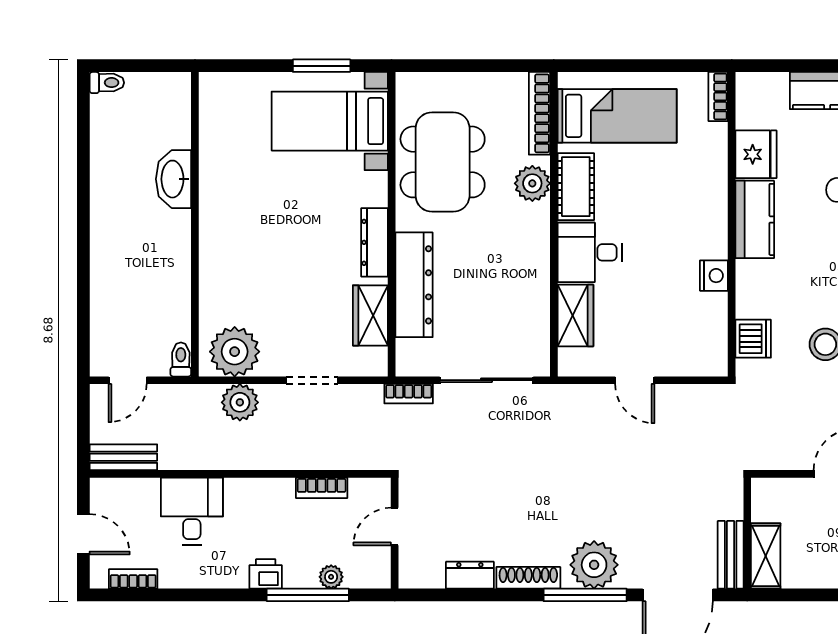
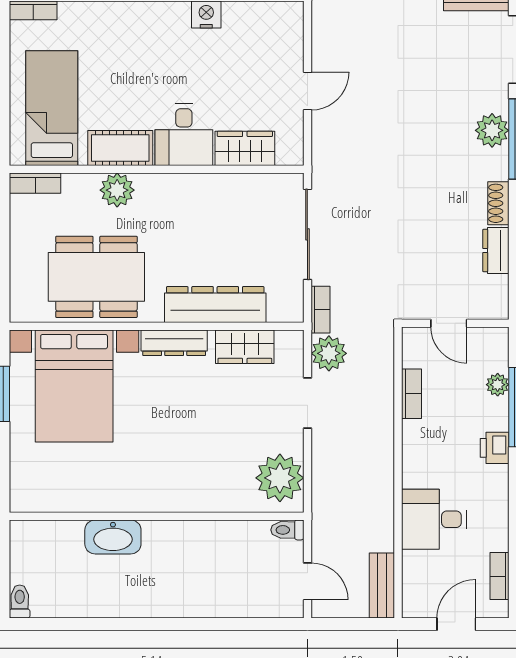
bookcase: (539, 113) -> (35, 183), width x0.64
bed with nightstands: (330, 121) -> (74, 386), width x1.36
plant: (240, 402) -> (329, 353), moved
plant: (594, 565) -> (492, 130), width x0.73, depth x0.73
shoe rack: (528, 578) -> (498, 203), width x0.70

